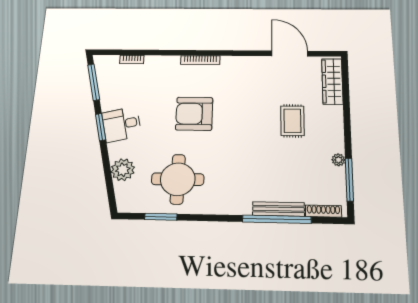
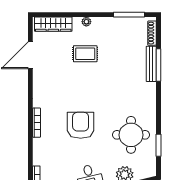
armchair: (194, 114) -> (81, 125), turned 180
plant: (338, 160) -> (86, 22), moved
window: (277, 219) -> (159, 65), width x0.68

